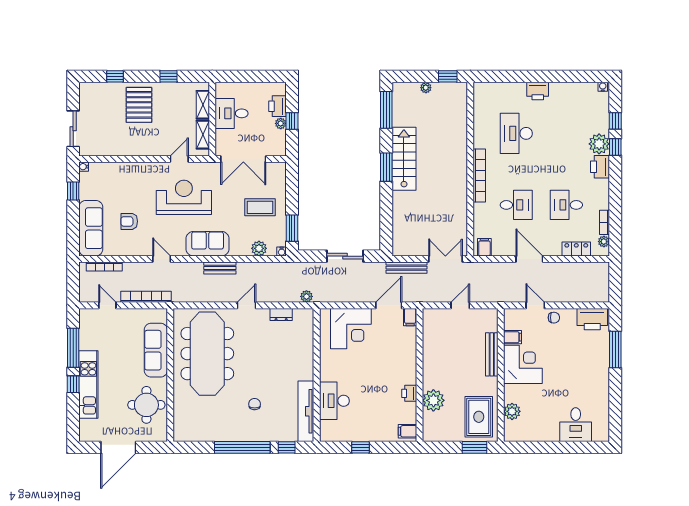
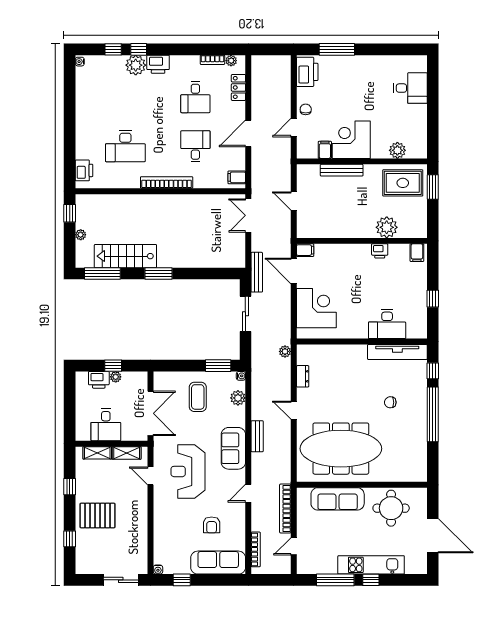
printer: (538, 91) -> (84, 170), moved
stairs: (404, 159) -> (125, 256), moved
bench: (406, 268) -> (257, 272), moved

